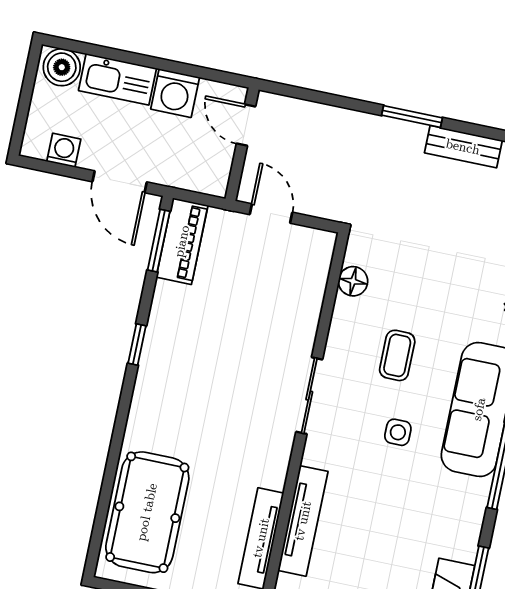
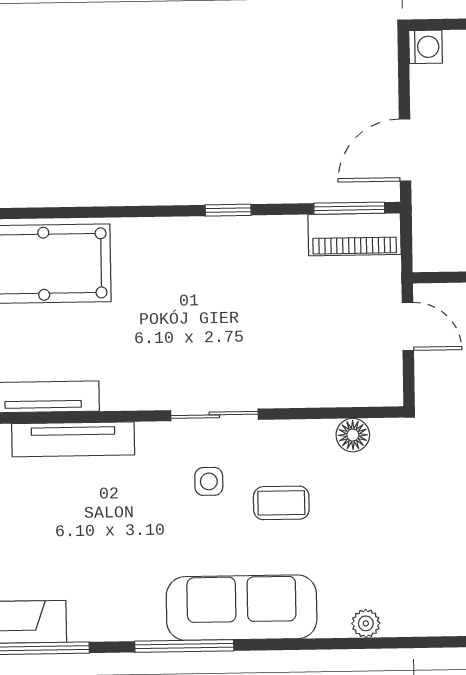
washing machine: (64, 150) -> (426, 47), moved
door: (271, 213) -> (408, 326), hinge flipped
side table: (398, 432) -> (209, 481), moved

